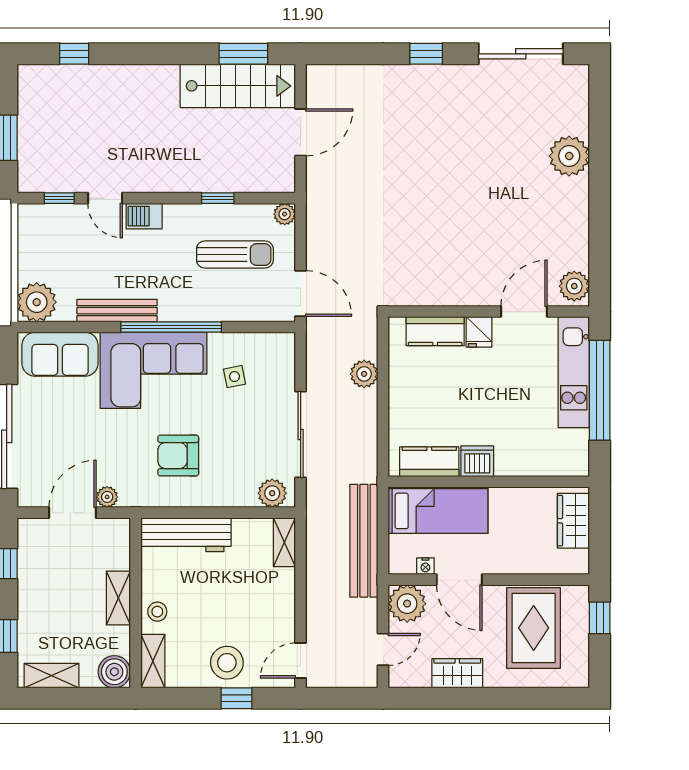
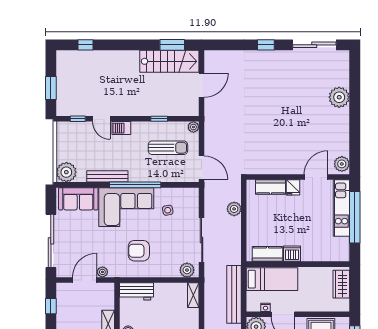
workbench: (186, 535) -> (136, 291), width x0.73

